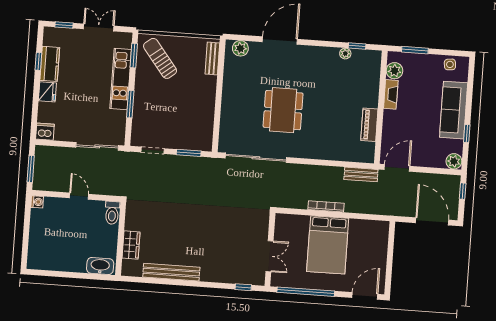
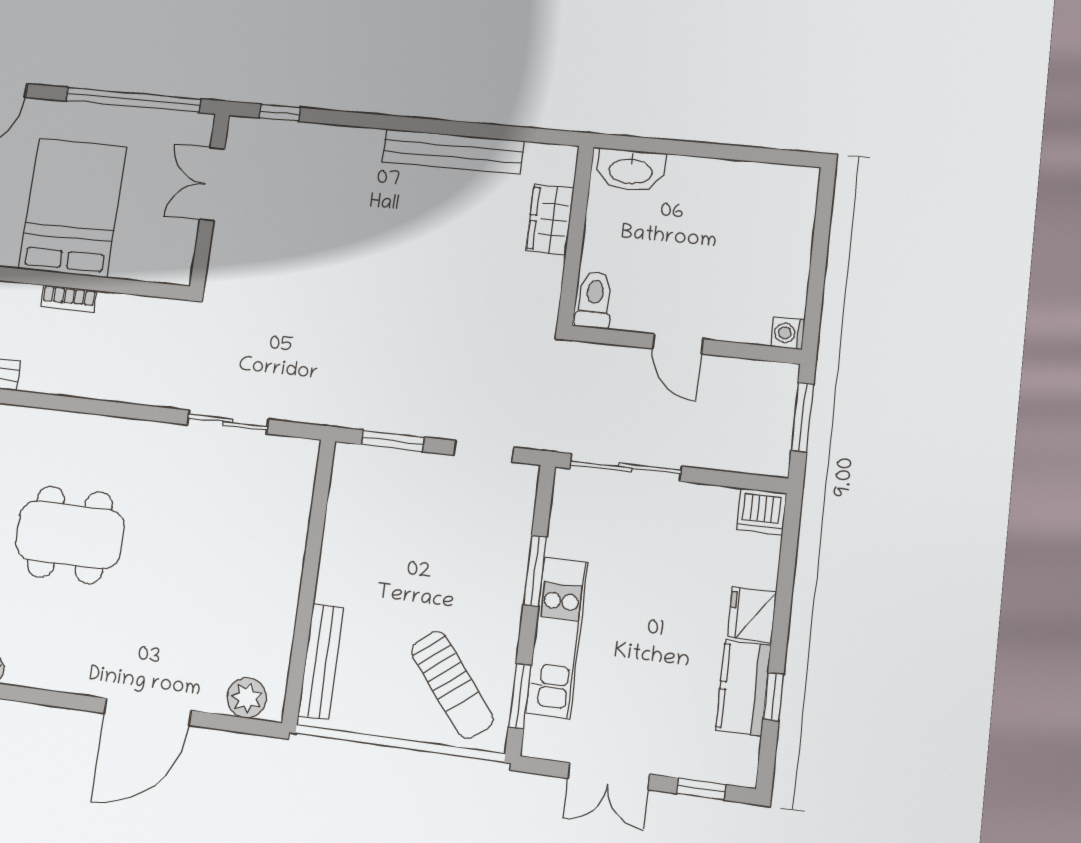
bench: (212, 58) -> (321, 661), width x1.36
dining table: (283, 110) -> (70, 535), moved, turned 90
sliding door: (256, 158) -> (228, 422), width x0.54
bookcase: (326, 206) -> (69, 298), width x0.64

